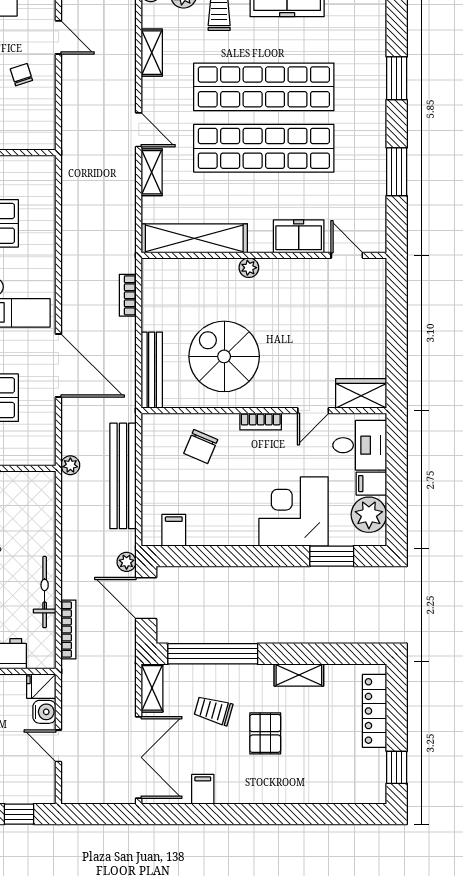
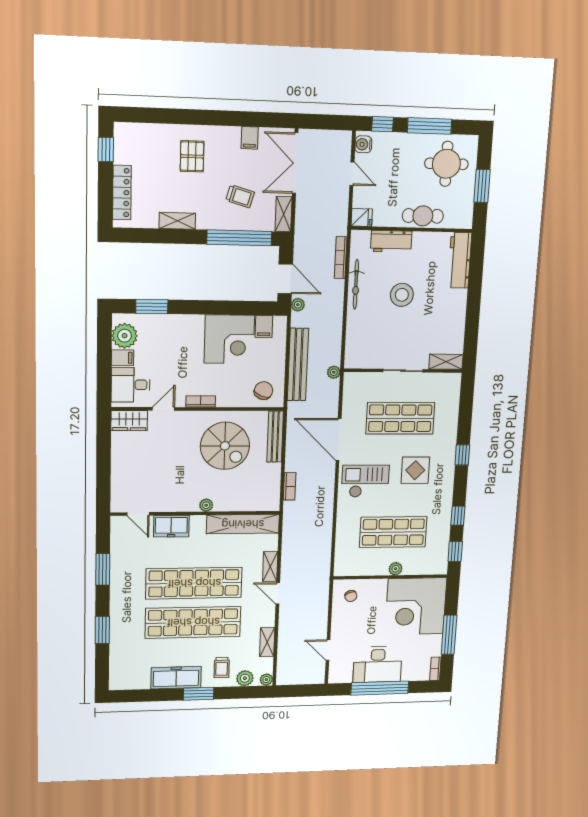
chair: (21, 75) -> (351, 596), moved
chair: (201, 447) -> (263, 391), moved
corner desk: (294, 511) -> (229, 339), moved
water cooler: (44, 712) -> (363, 144), moved
pallet: (265, 733) -> (192, 156), moved

